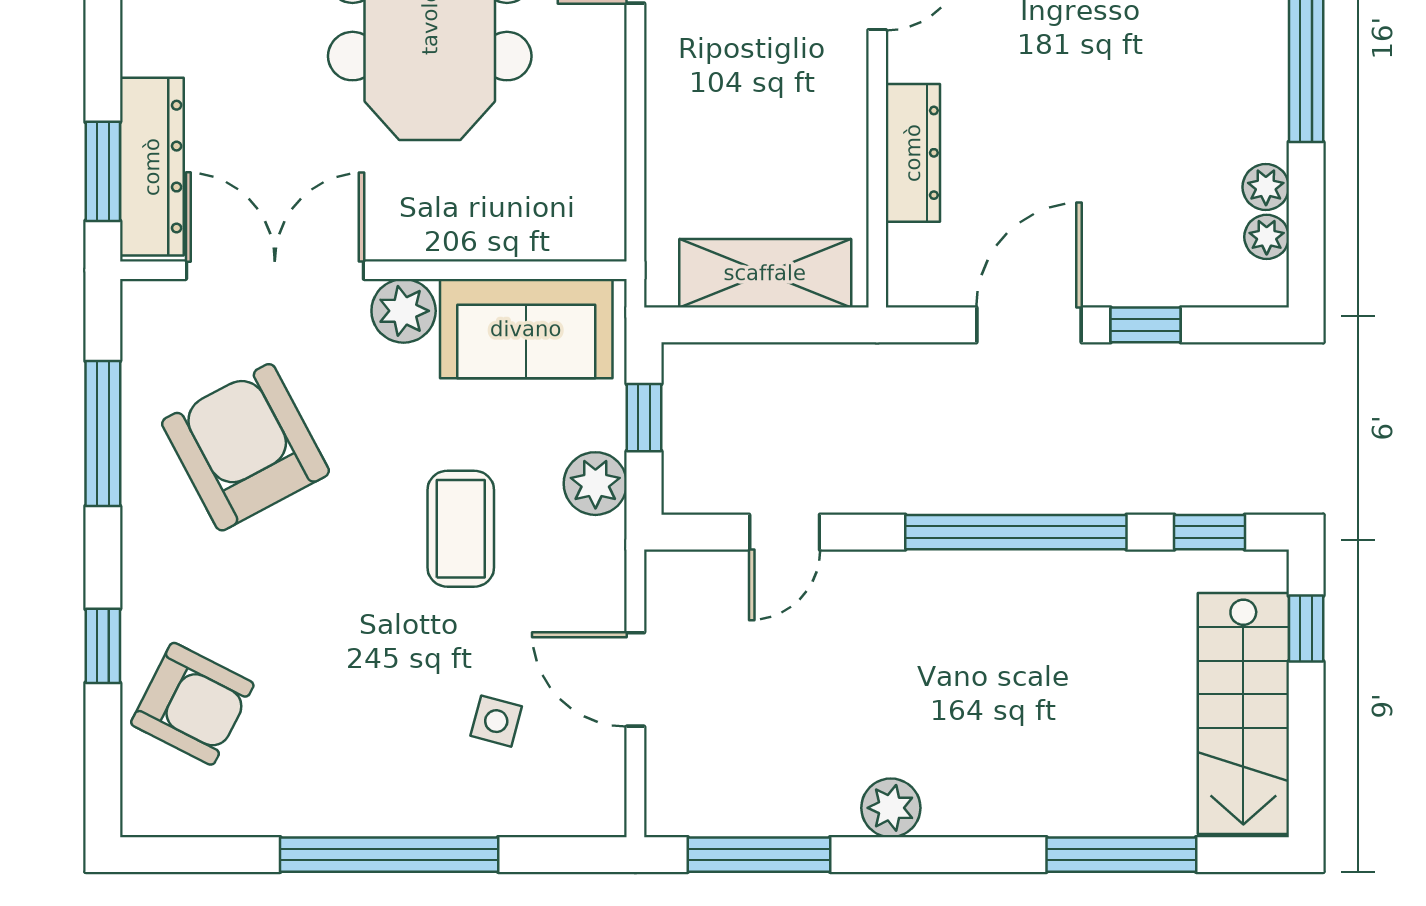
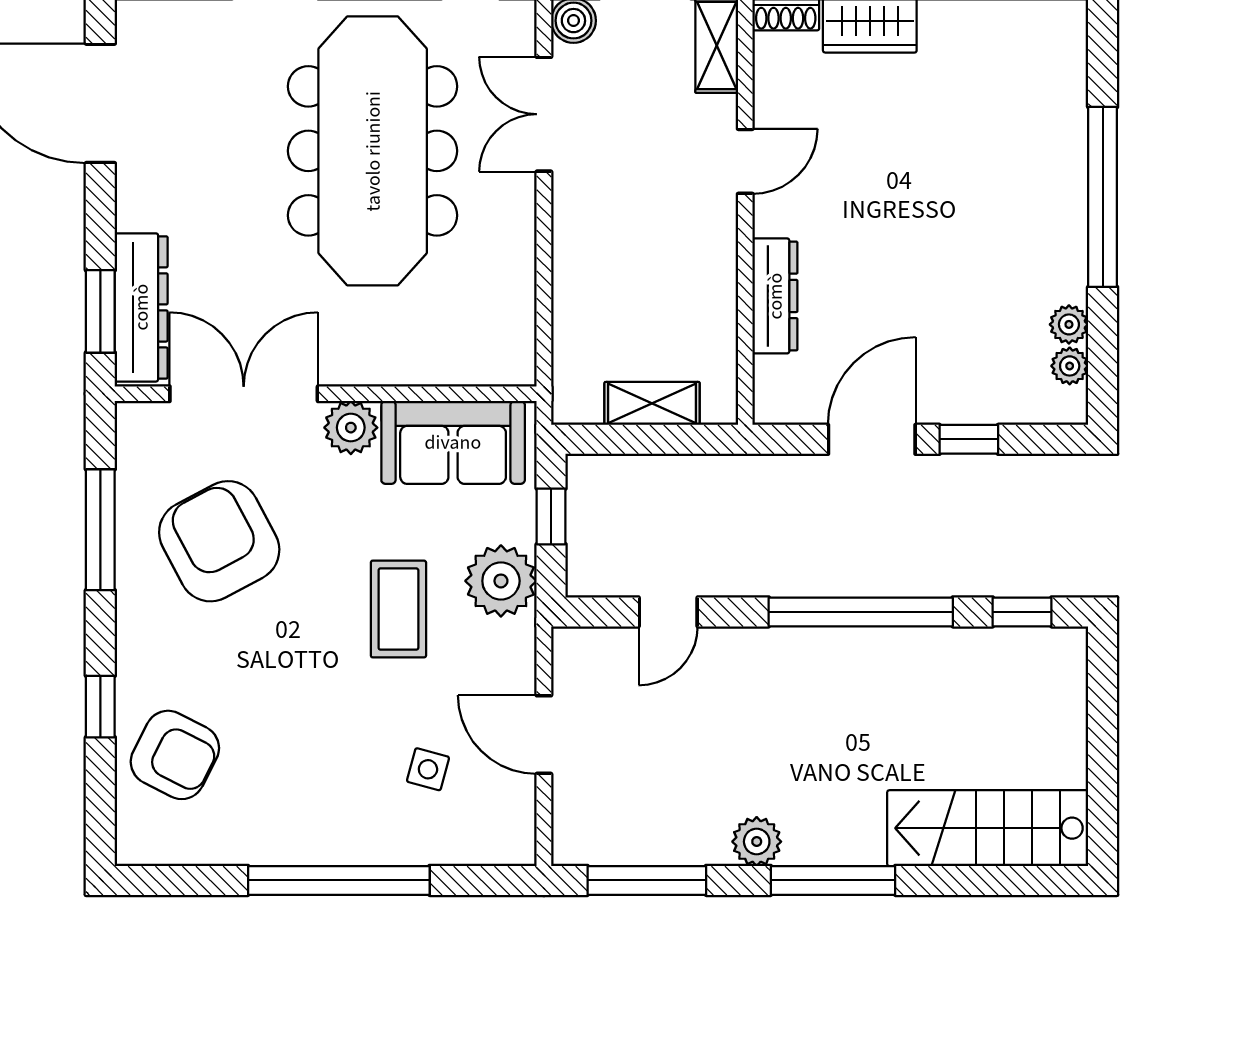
shelving: (765, 273) -> (652, 403), width x0.67, depth x0.75
plant: (595, 484) -> (501, 581), width x1.36, depth x1.36
window: (1306, 629) -> (1103, 692), removed
stairs: (1243, 714) -> (988, 828), moved, turned 90
window: (1121, 855) -> (833, 880), moved

